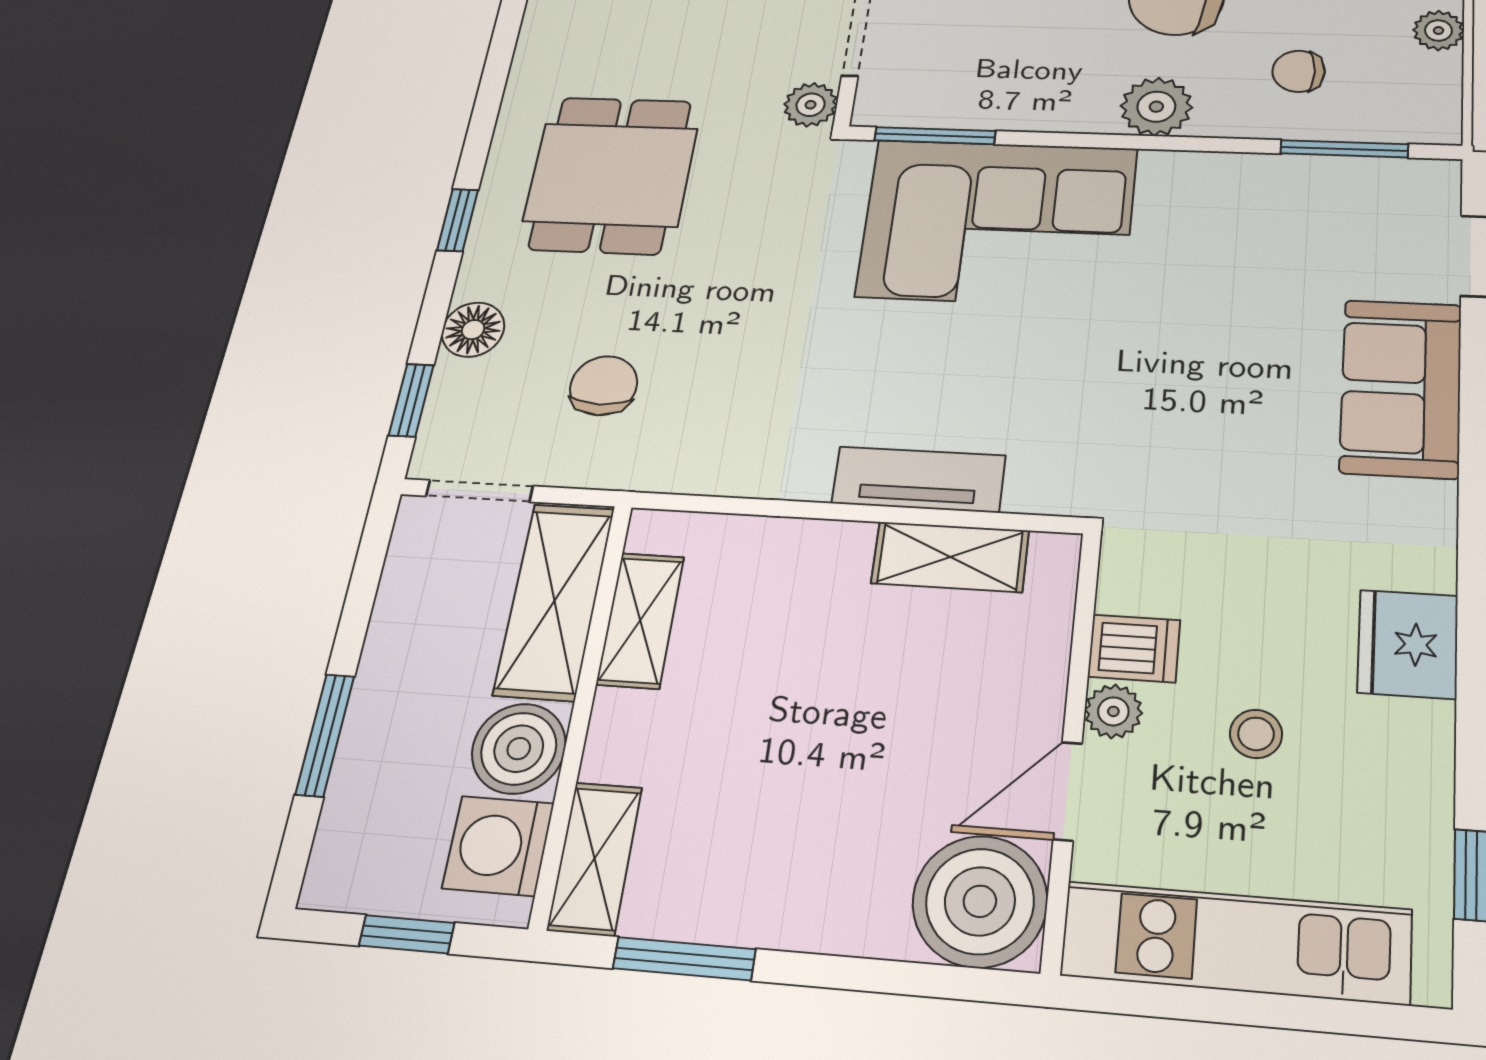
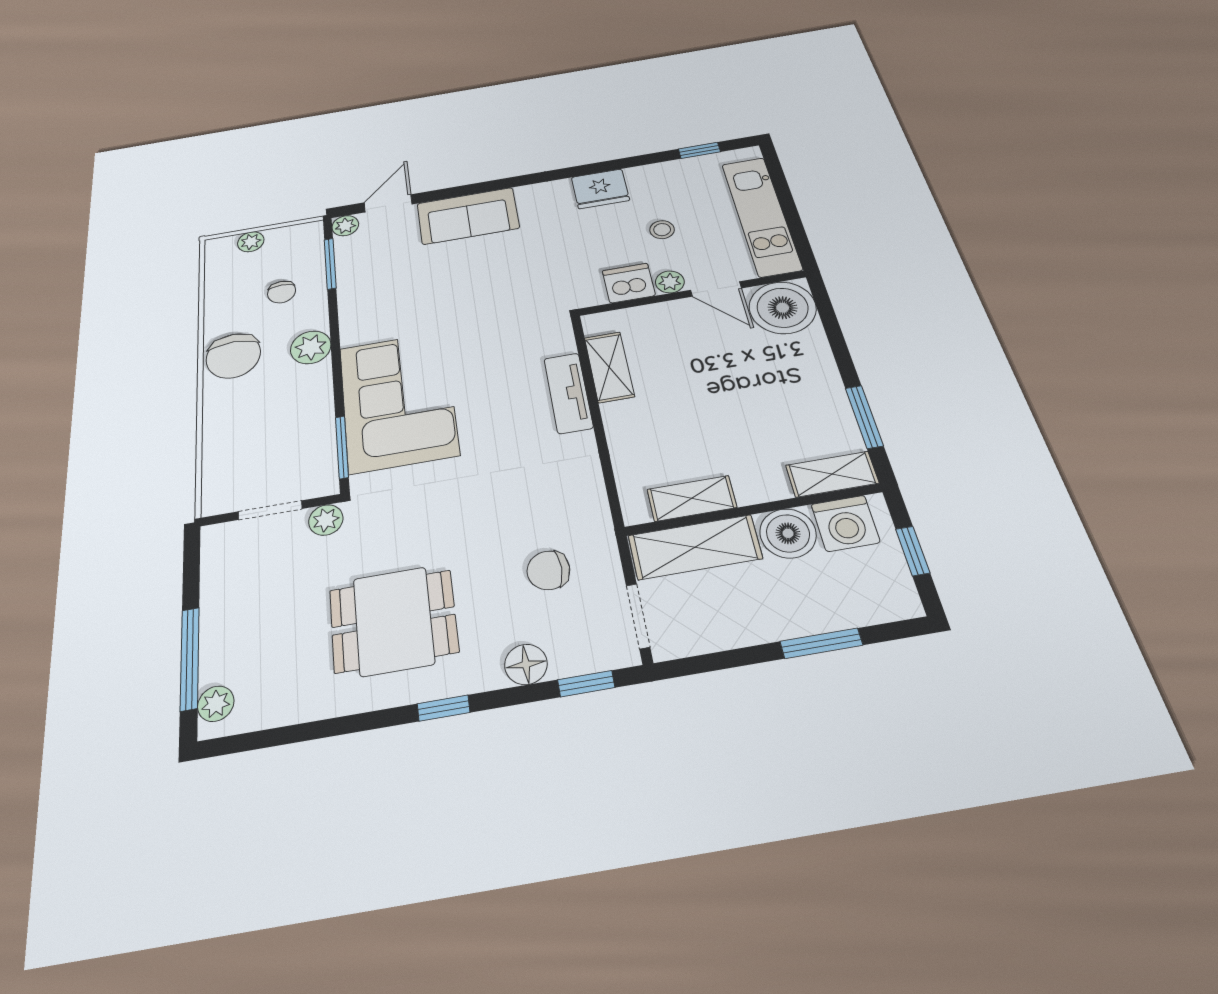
plant: (1435, 180) -> (345, 226), added
dishwasher: (1134, 648) -> (629, 283), width x1.38

